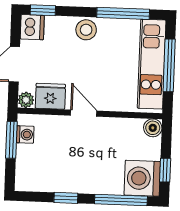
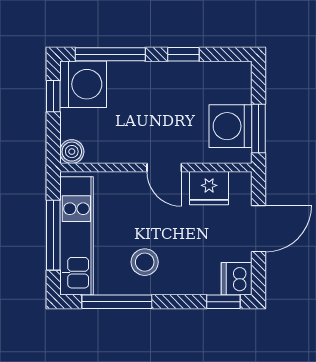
stool: (86, 30) -> (145, 262), moved
plant: (26, 100) -> (241, 182), removed
washing machine: (25, 134) -> (230, 126), width x1.89, depth x1.89

